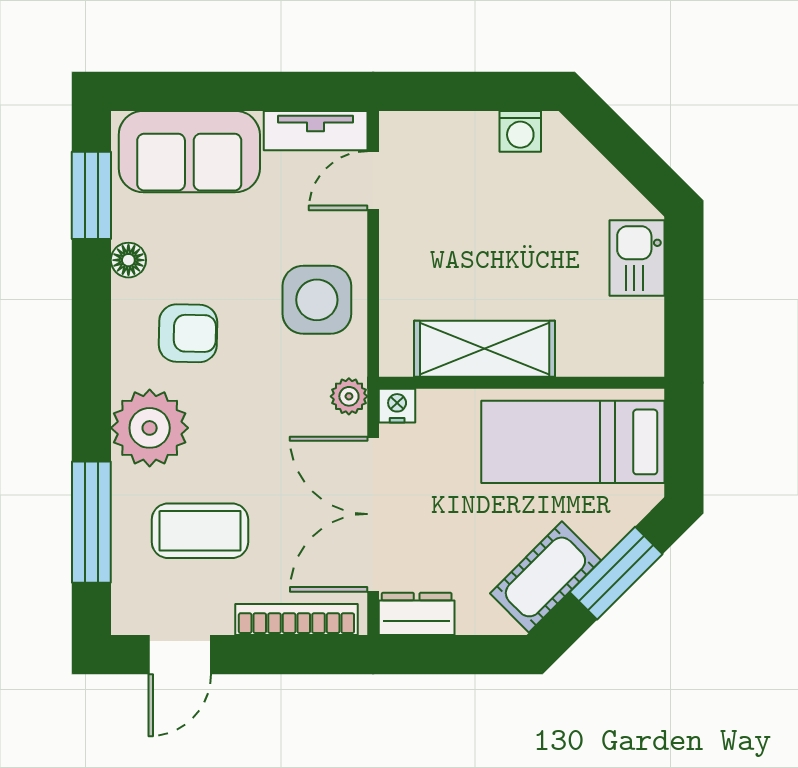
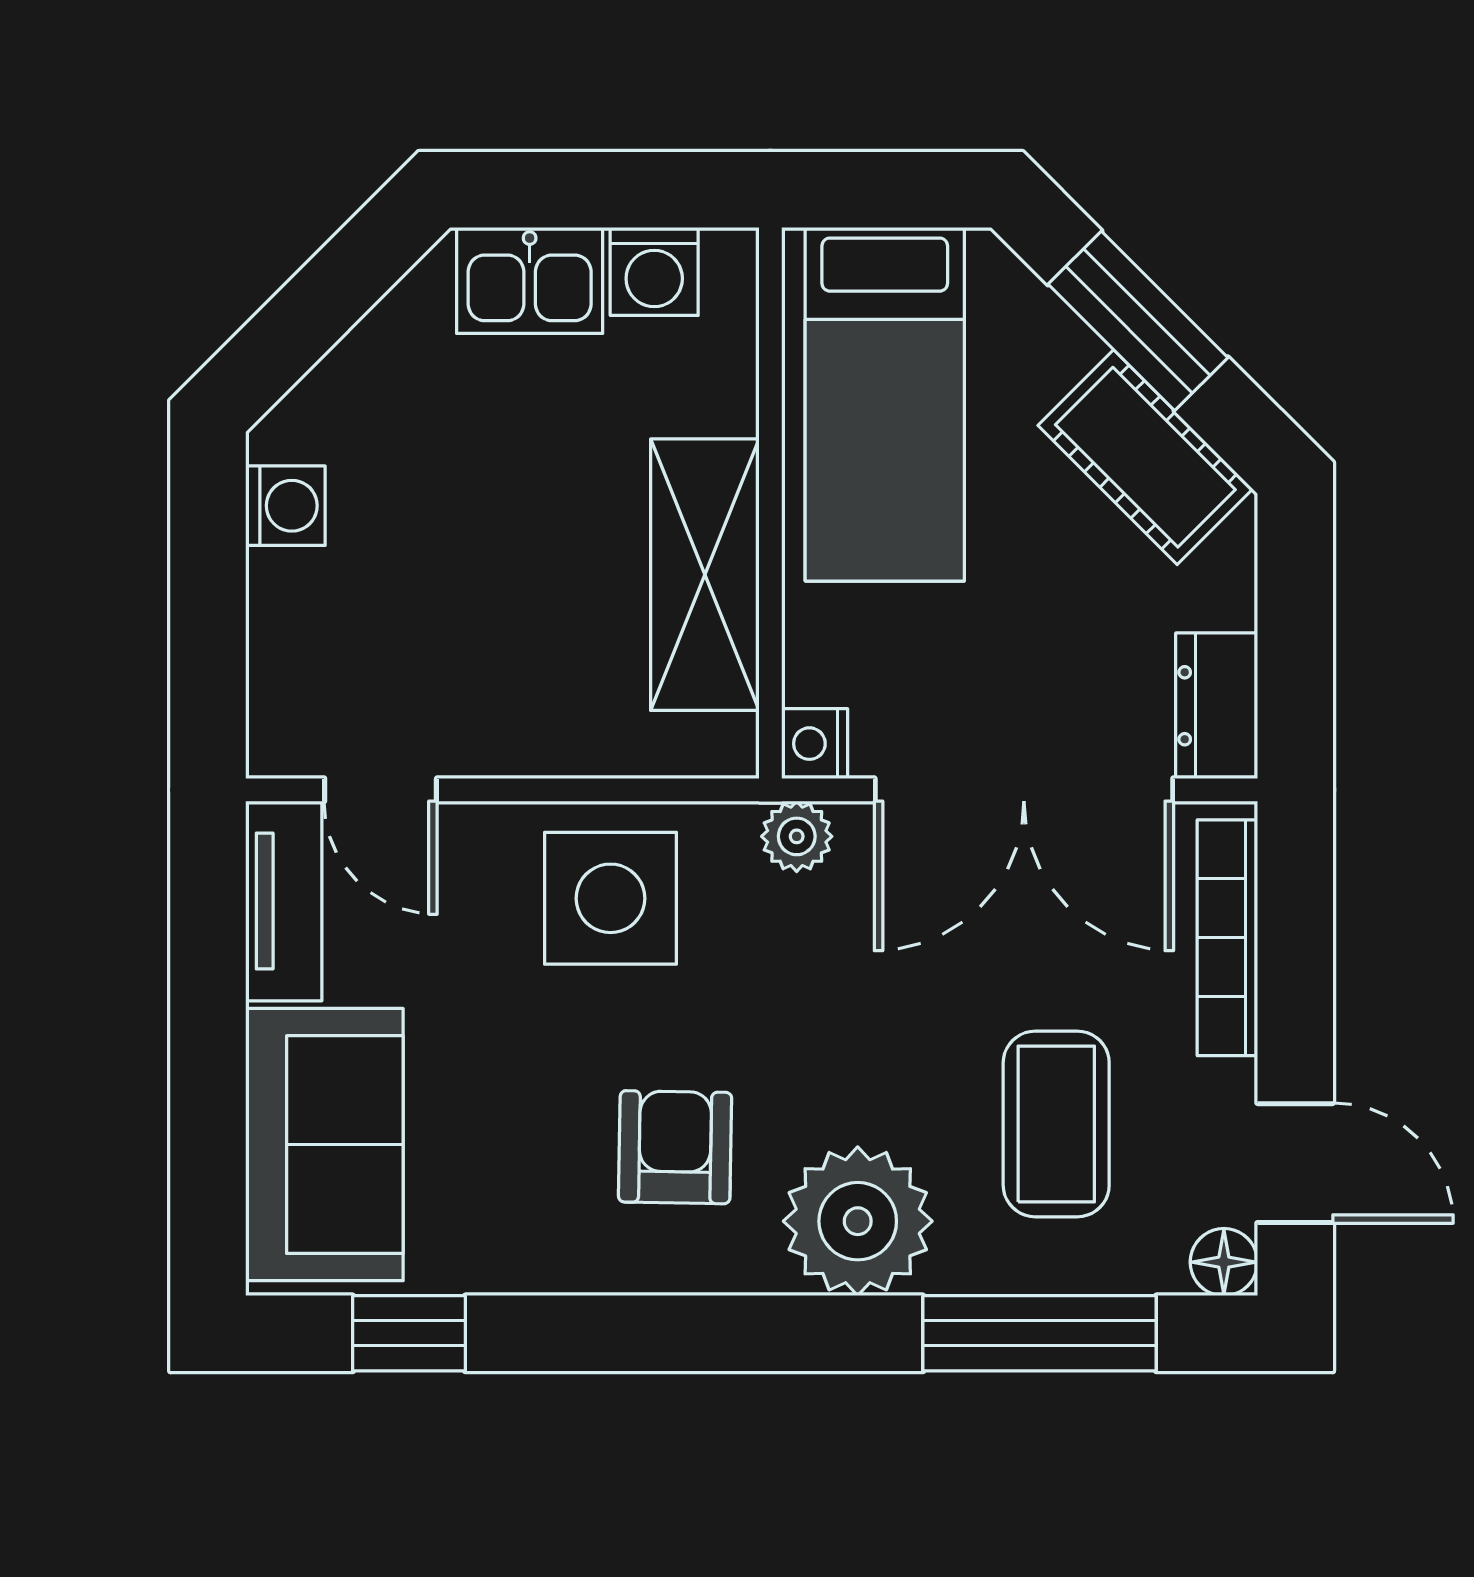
window: (91, 195) -> (409, 1333), width x0.67
floor lamp: (128, 260) -> (1224, 1262), moved
washing machine: (642, 322) -> (654, 271), added

